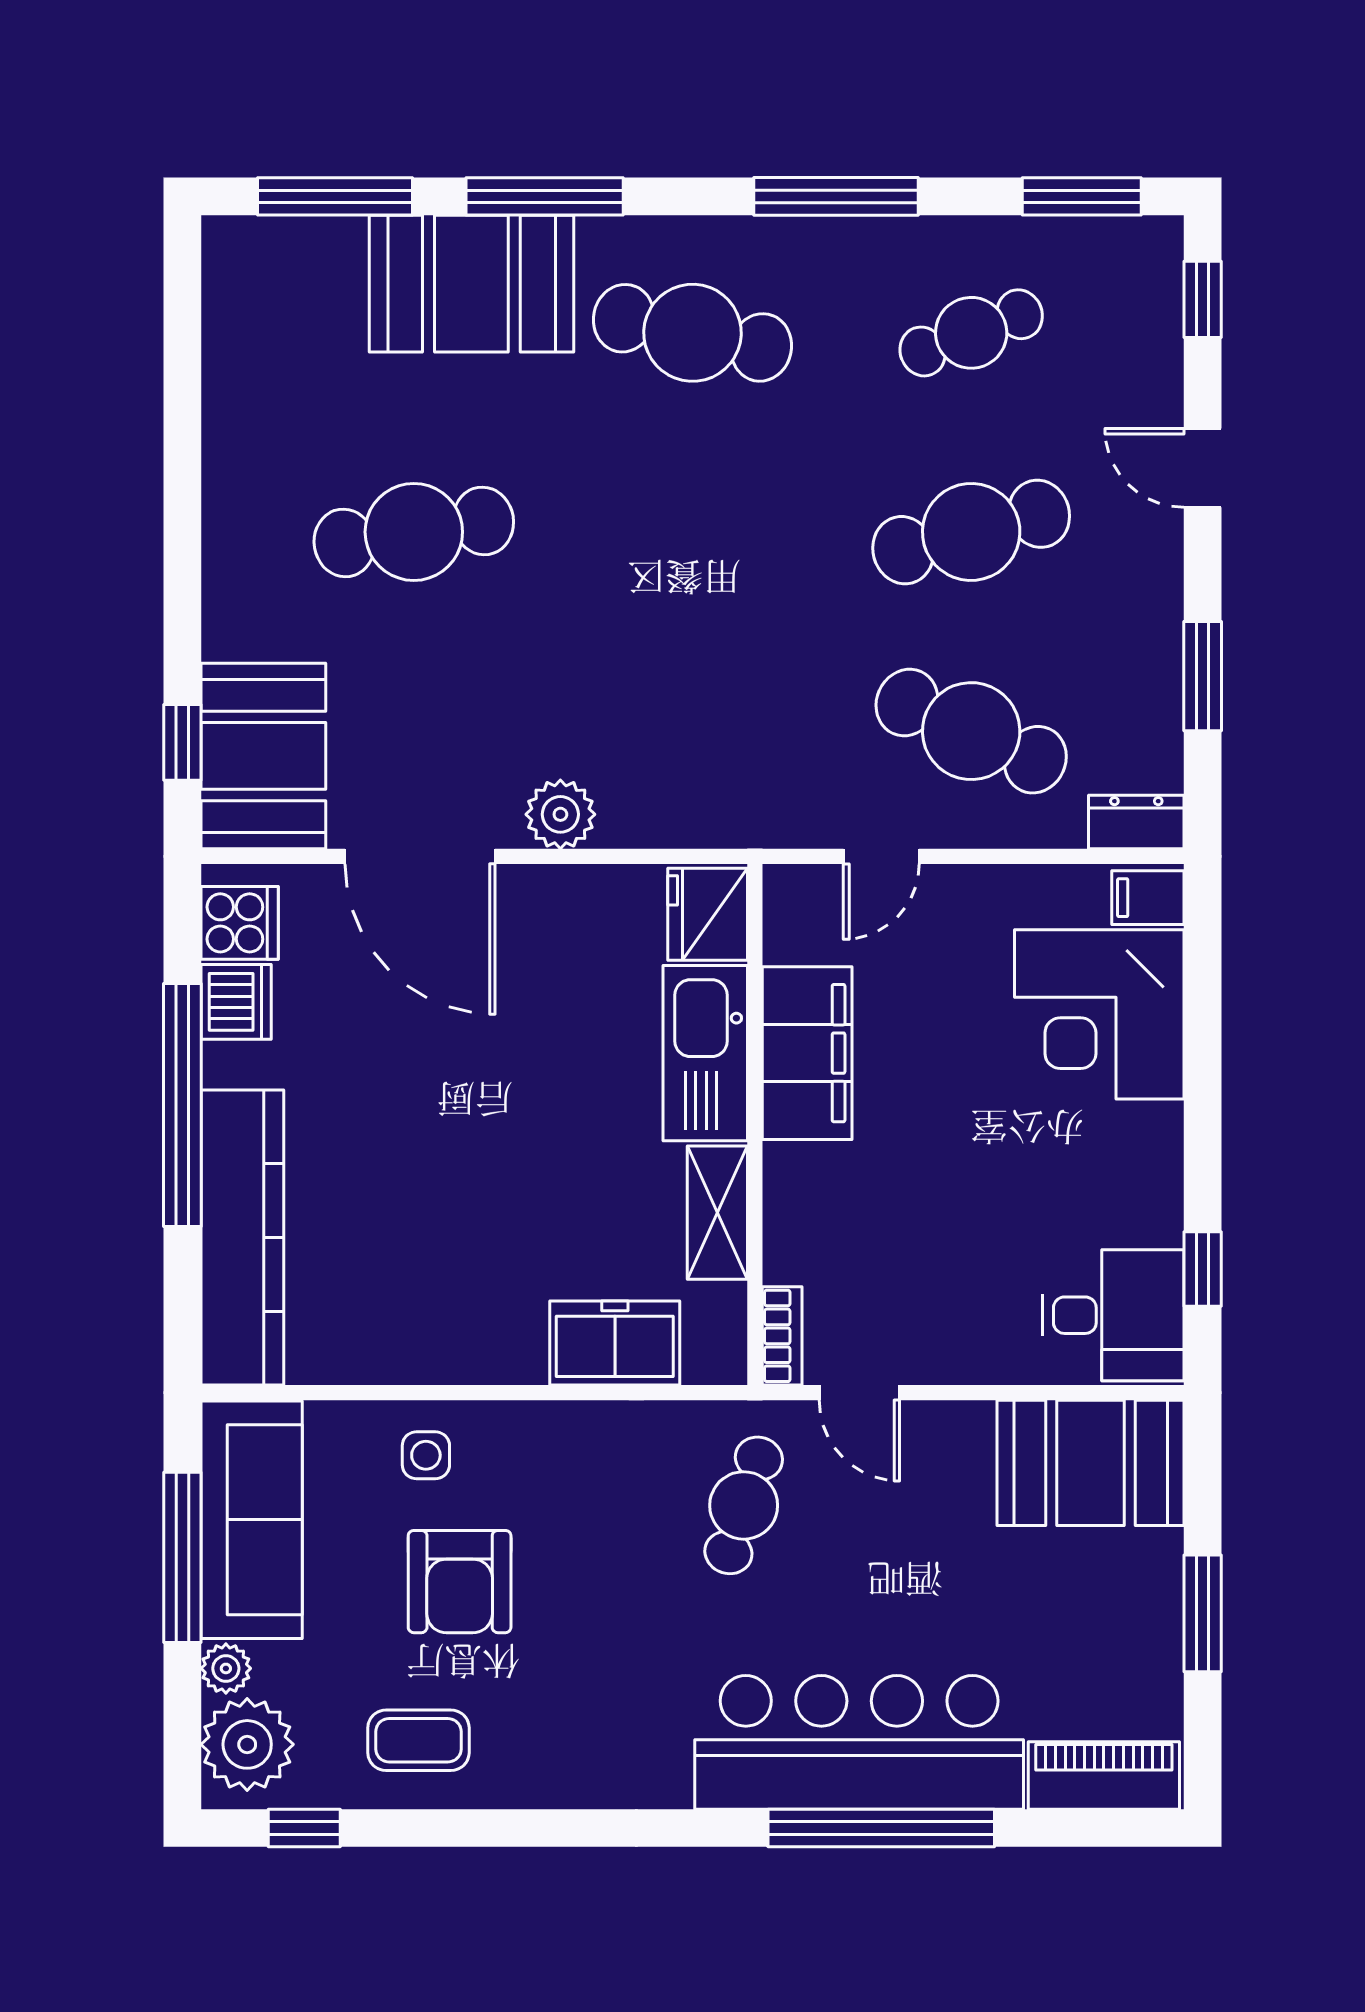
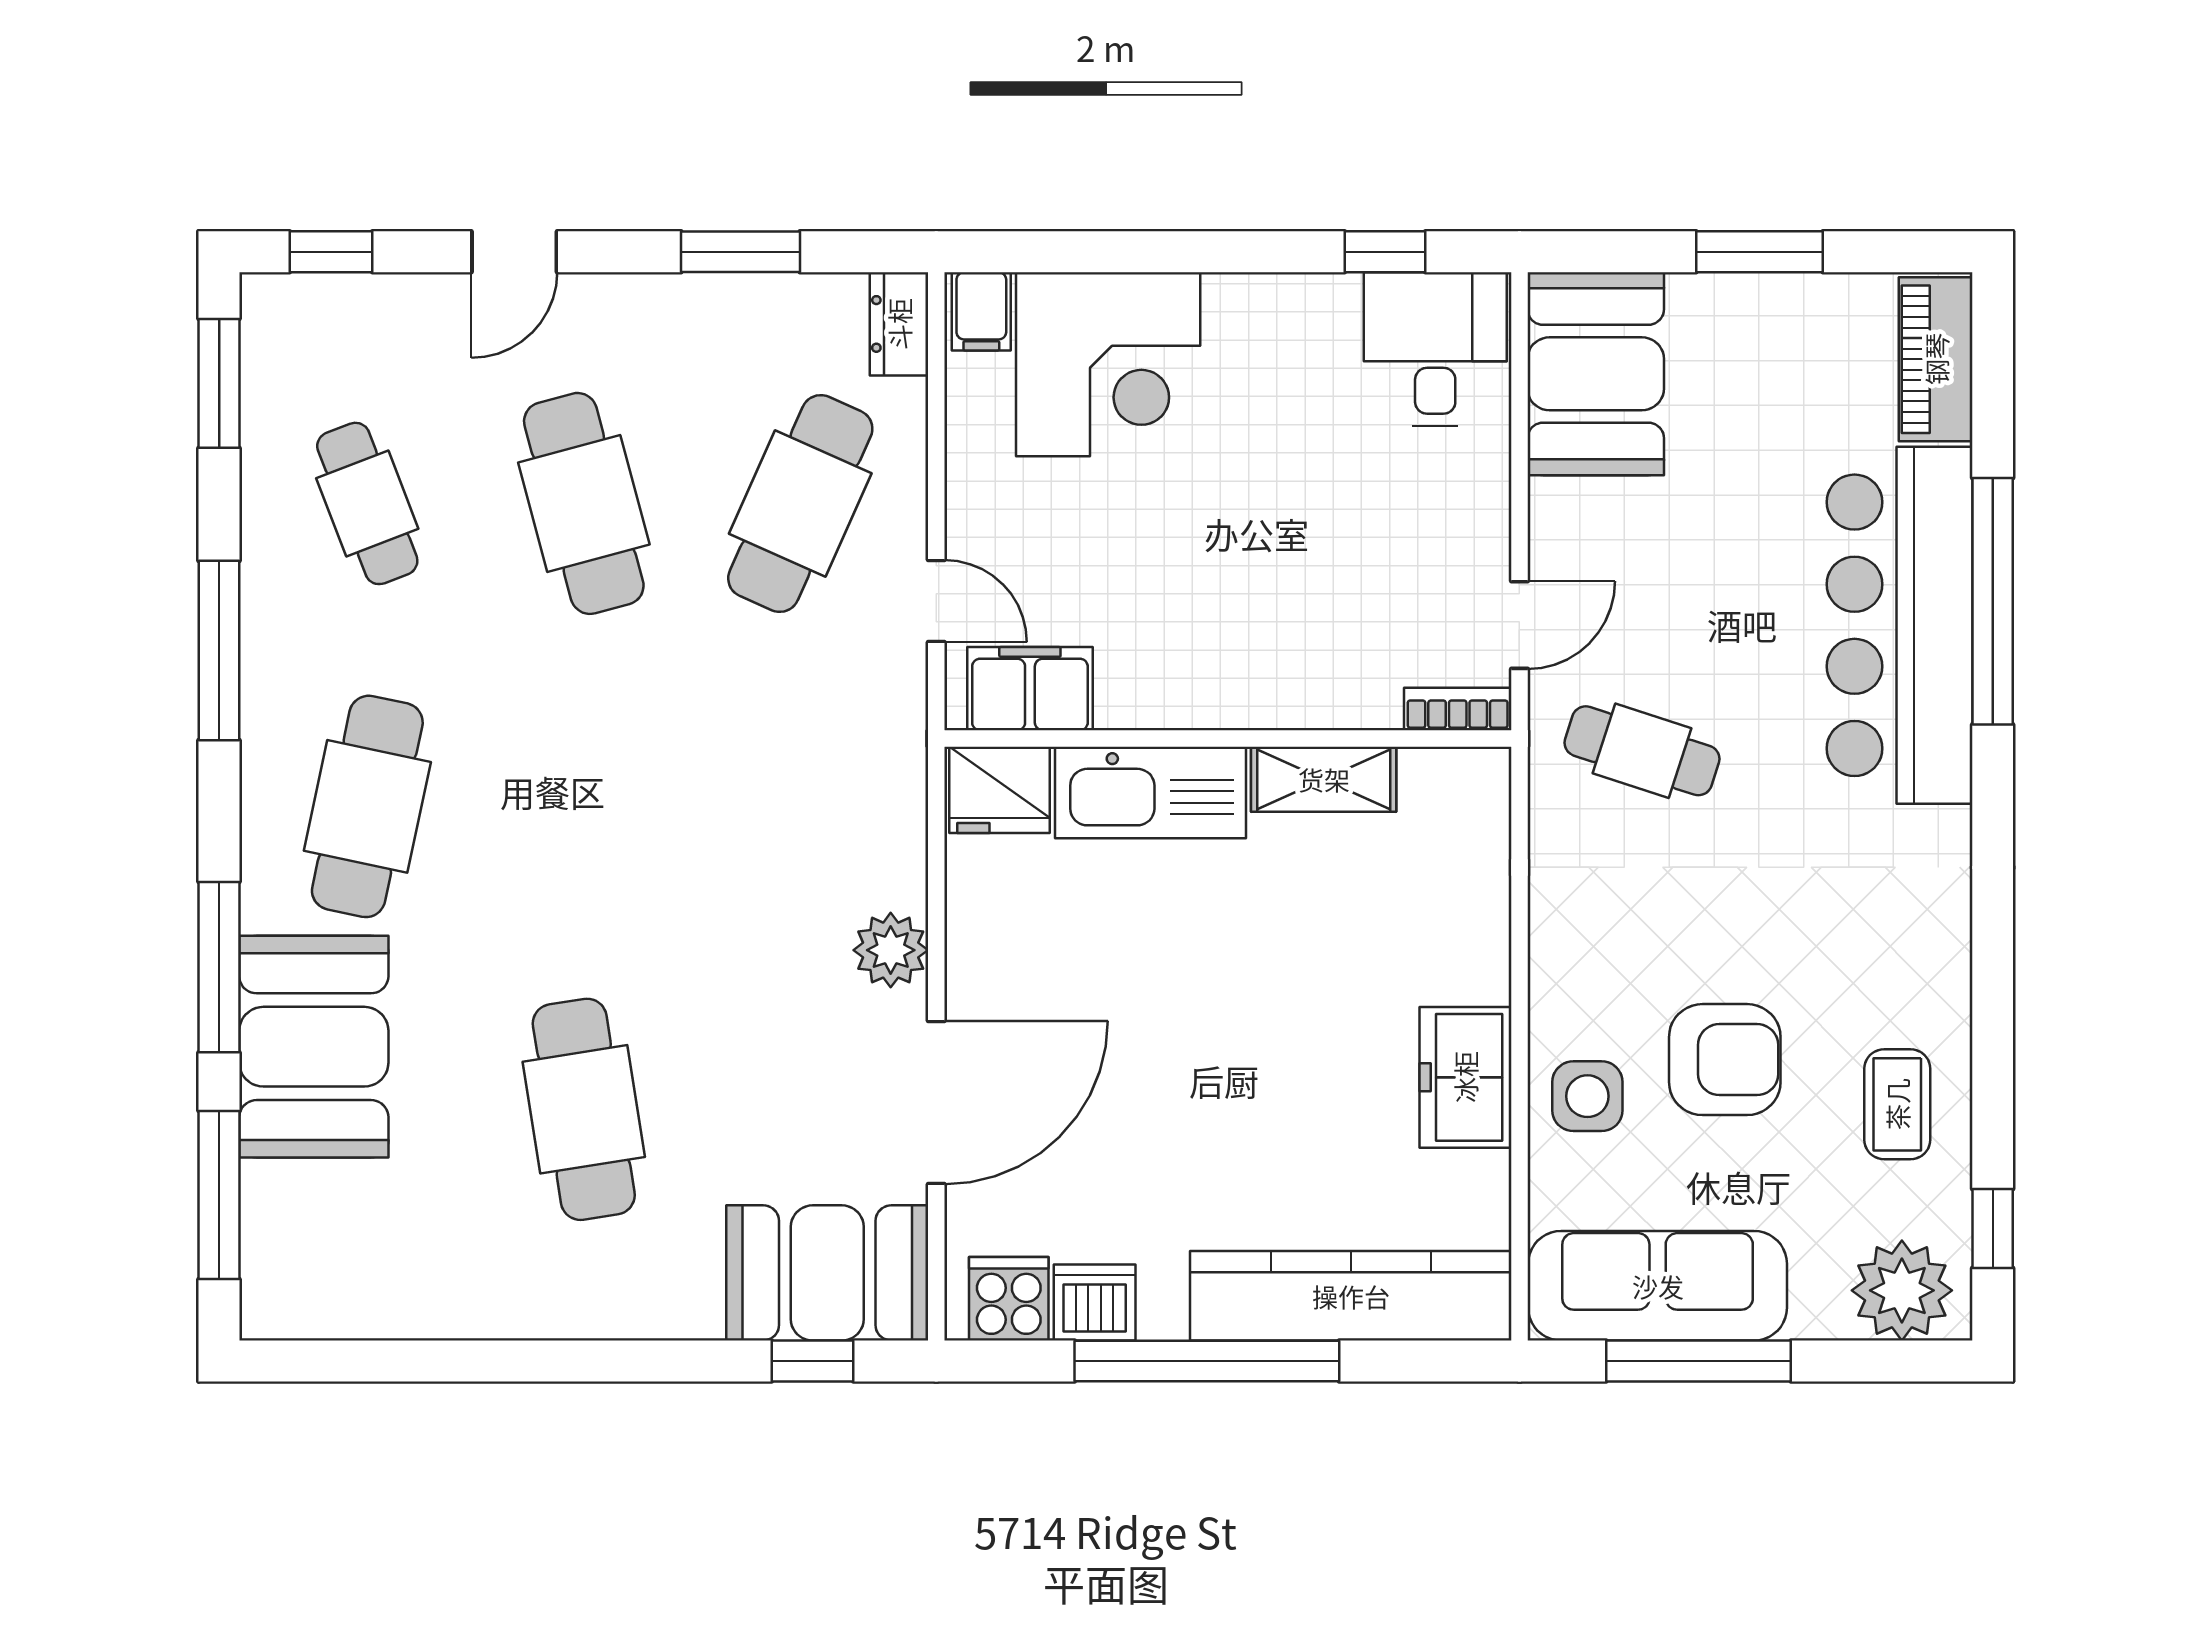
filing cabinet: (807, 1053) -> (1030, 689), moved, width x0.67, depth x0.86
freezer: (615, 1343) -> (1465, 1077), moved
side table: (426, 1455) -> (1587, 1096), width x1.37, depth x1.37
plant: (226, 1668) -> (1819, 1314), removed

